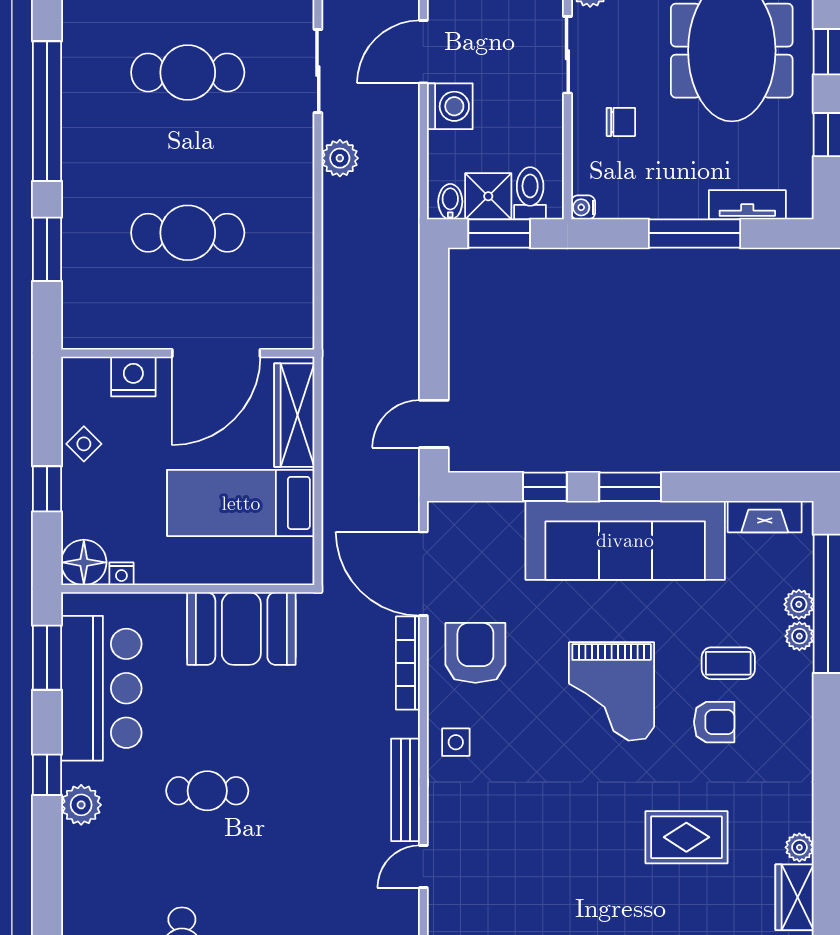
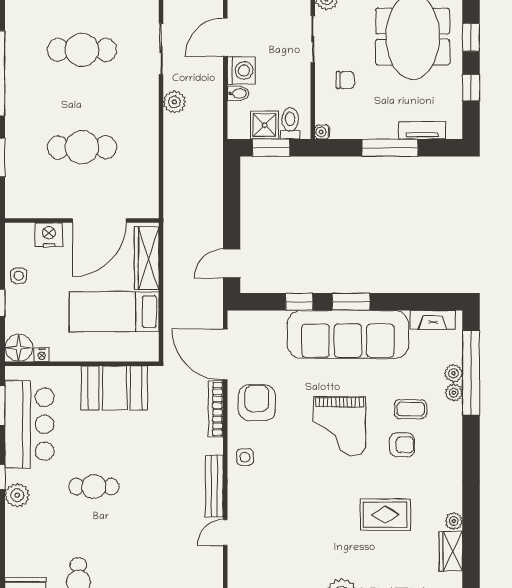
bidet: (450, 202) -> (238, 93), moved, turned 90
side table: (84, 444) -> (19, 276), turned 45

